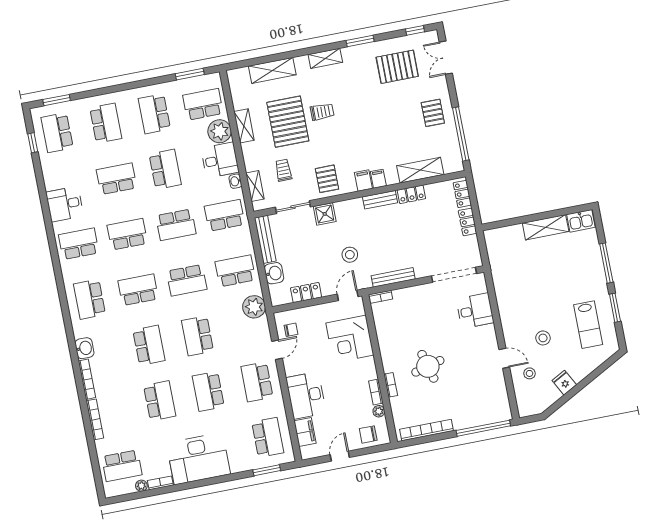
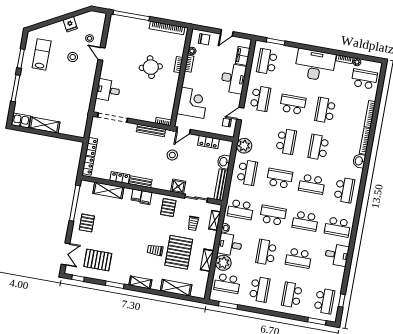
school desk: (235, 271) -> (247, 172), turned -90
school desk: (208, 391) -> (293, 104), turned -90

